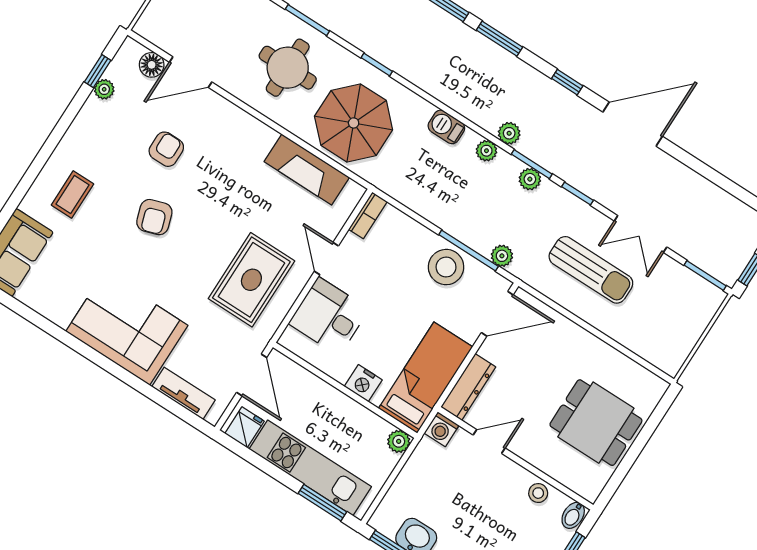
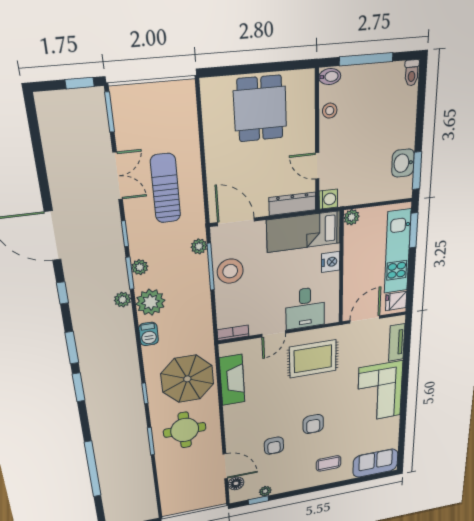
armchair: (166, 149) -> (274, 446), turned -90
plant: (486, 151) -> (151, 302), width x1.88, depth x1.88
armchair: (154, 217) -> (313, 424), turned 108

